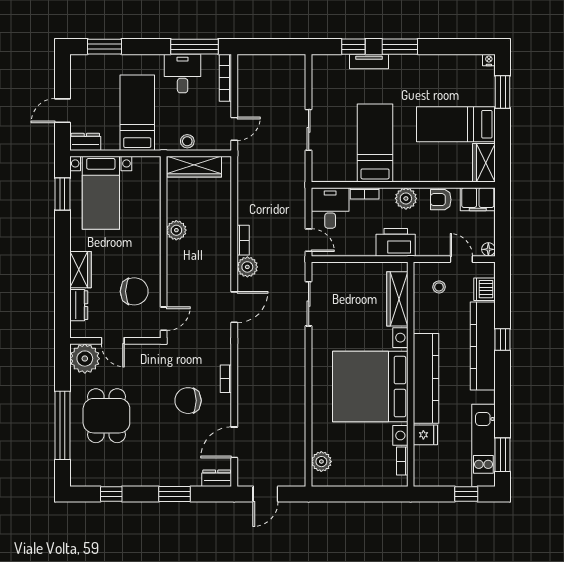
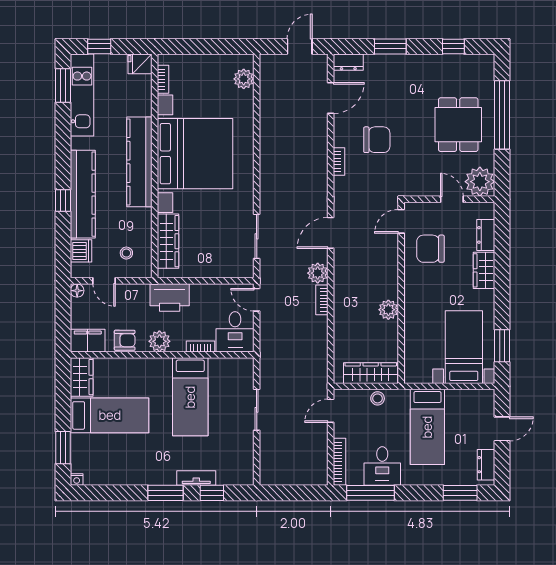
dresser: (85, 142) -> (486, 465), moved, turned 90
fridge: (425, 435) -> (140, 64), moved

